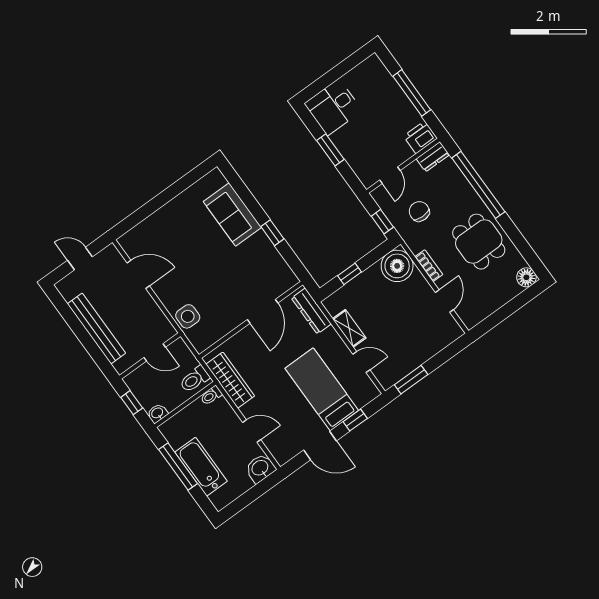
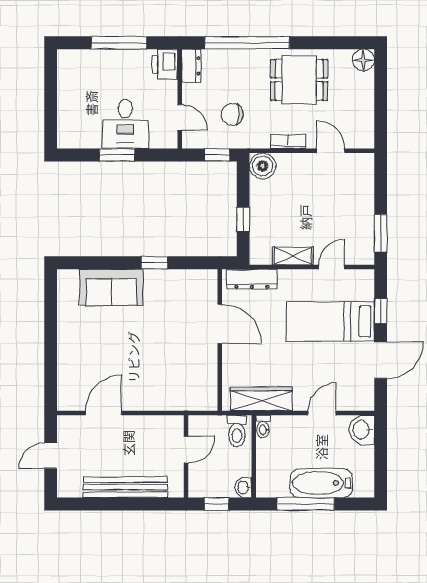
desk: (333, 107) -> (125, 124), moved
boiler: (397, 266) -> (263, 166), width x0.73, depth x0.73
side table: (188, 316) -> (175, 396), removed

